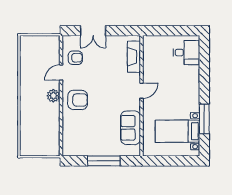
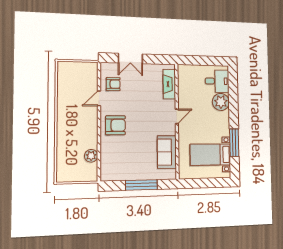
plant: (190, 75) -> (221, 102), added
plant: (53, 96) -> (91, 156), moved

